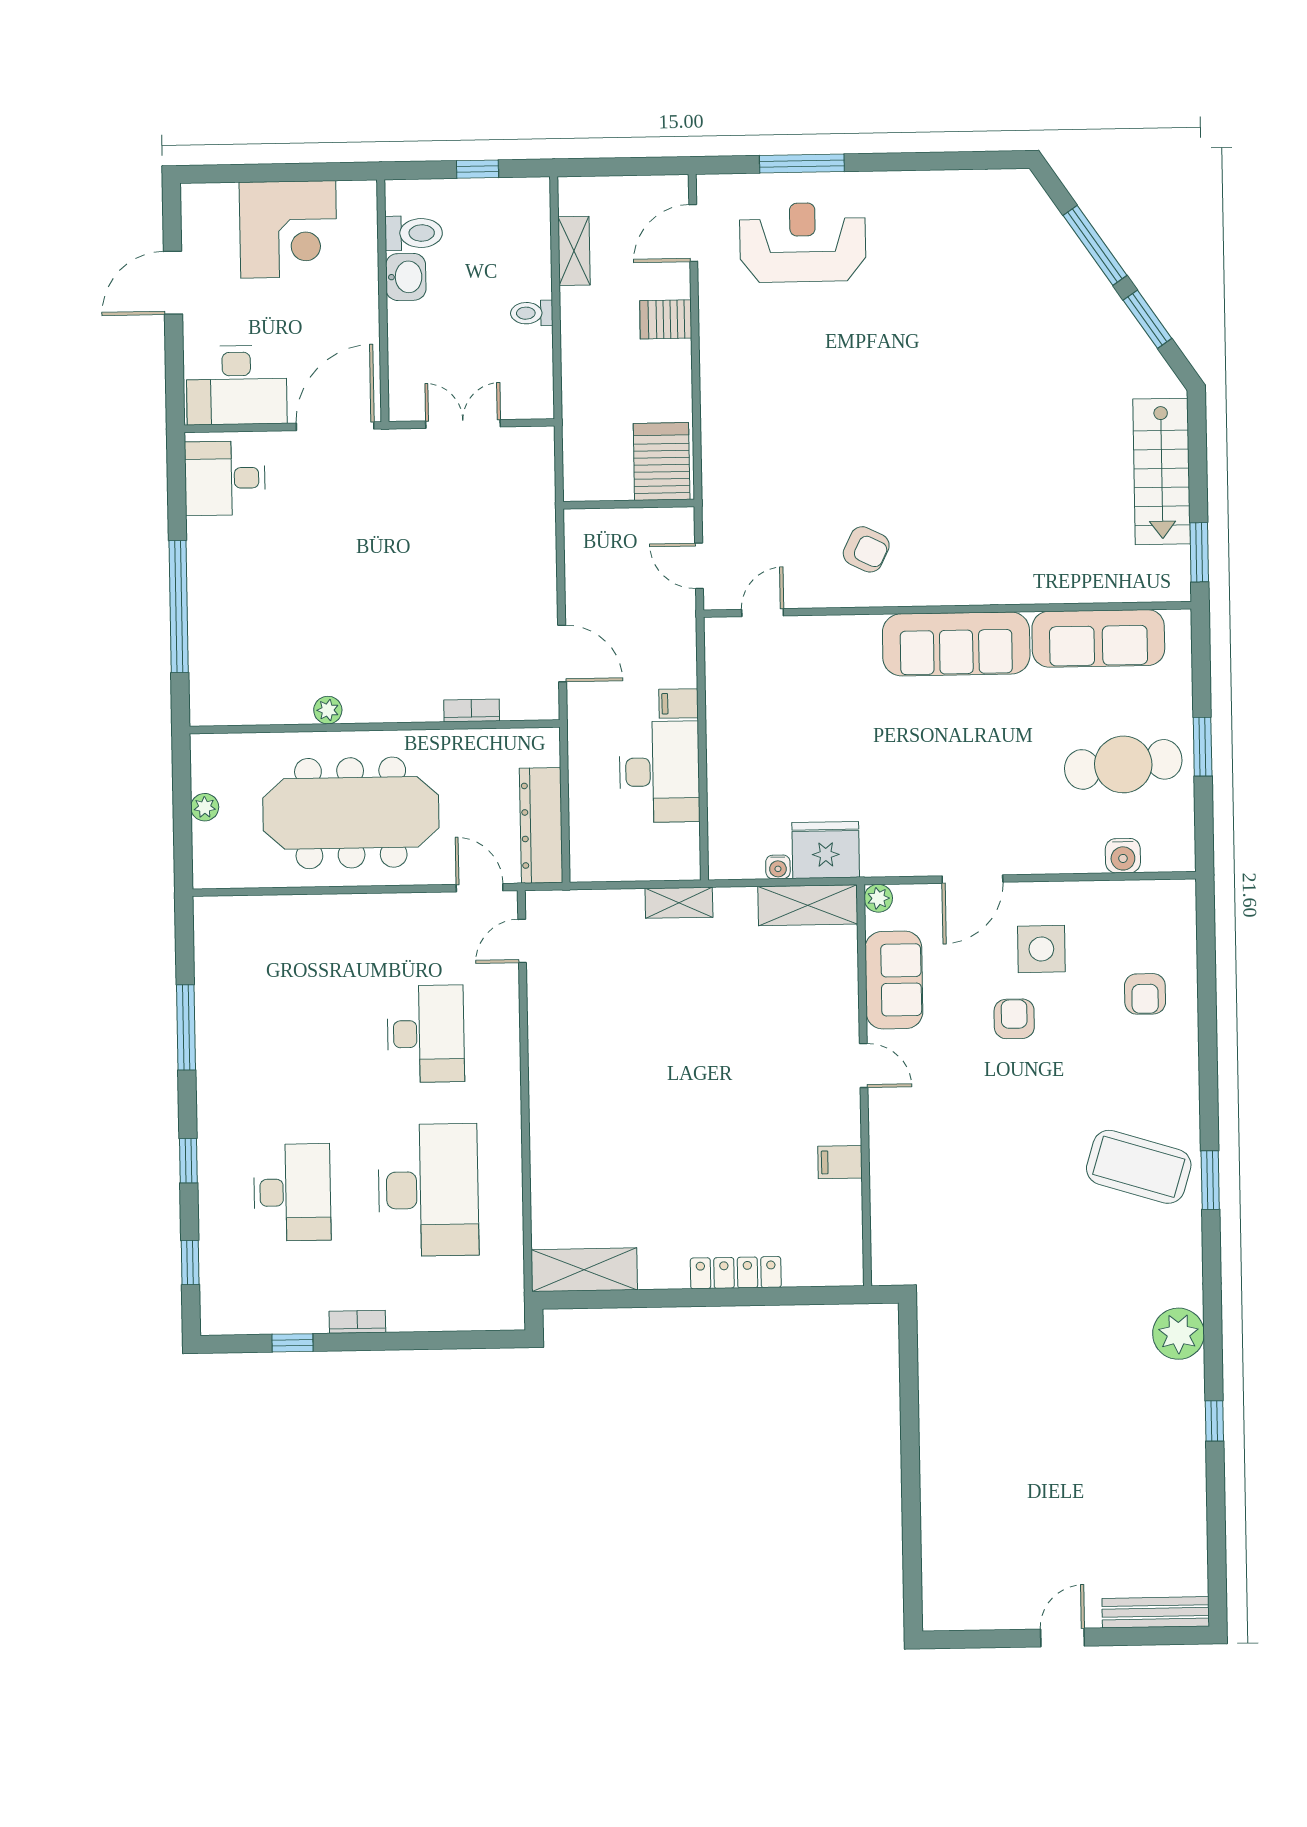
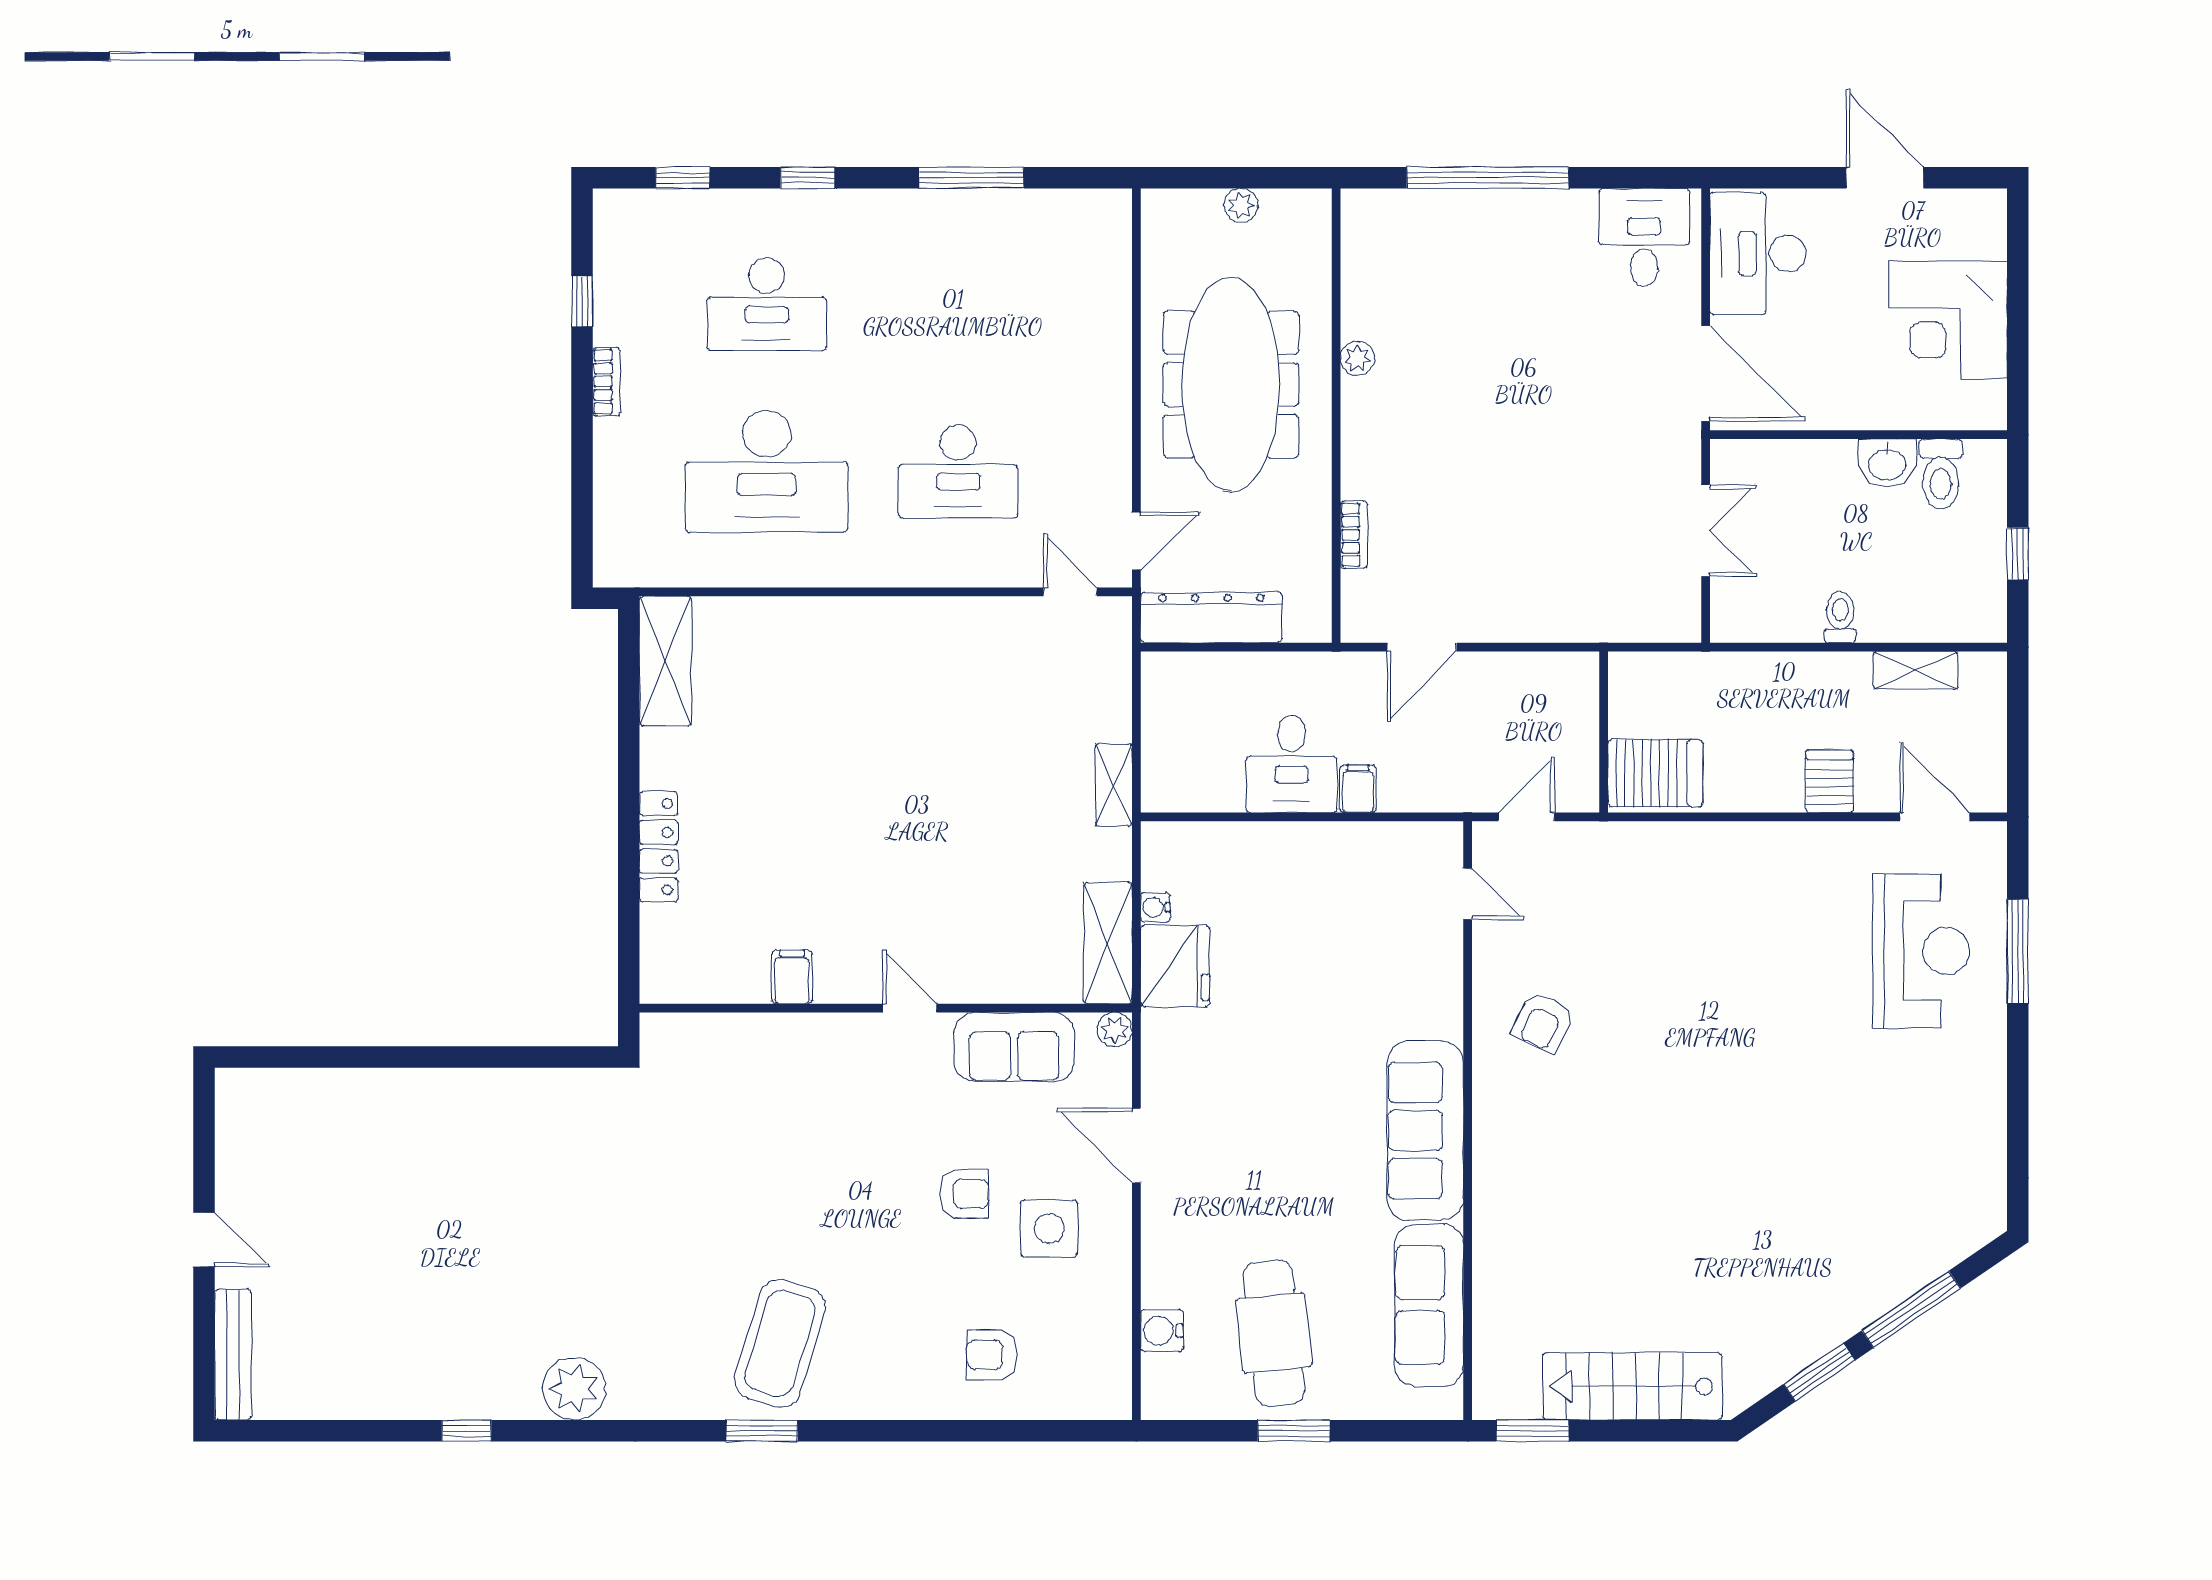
desk: (659, 772) -> (1291, 764), width x0.73
door: (864, 1066) -> (910, 1008), swing flipped

